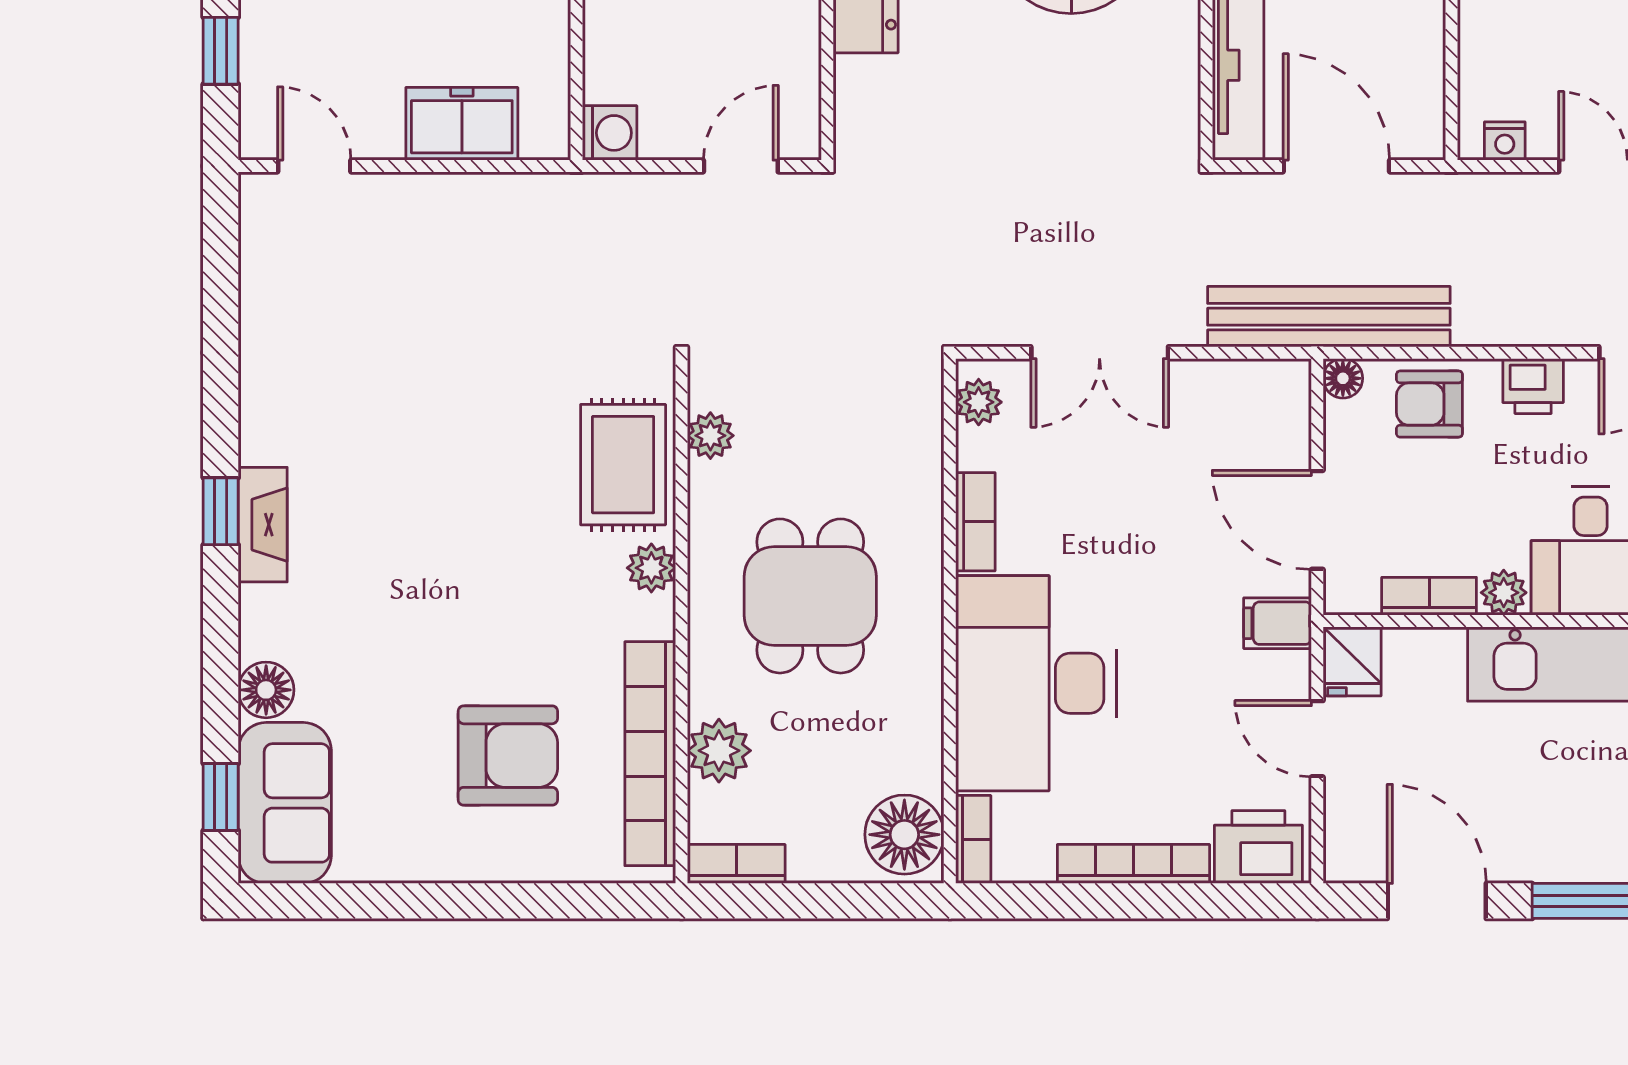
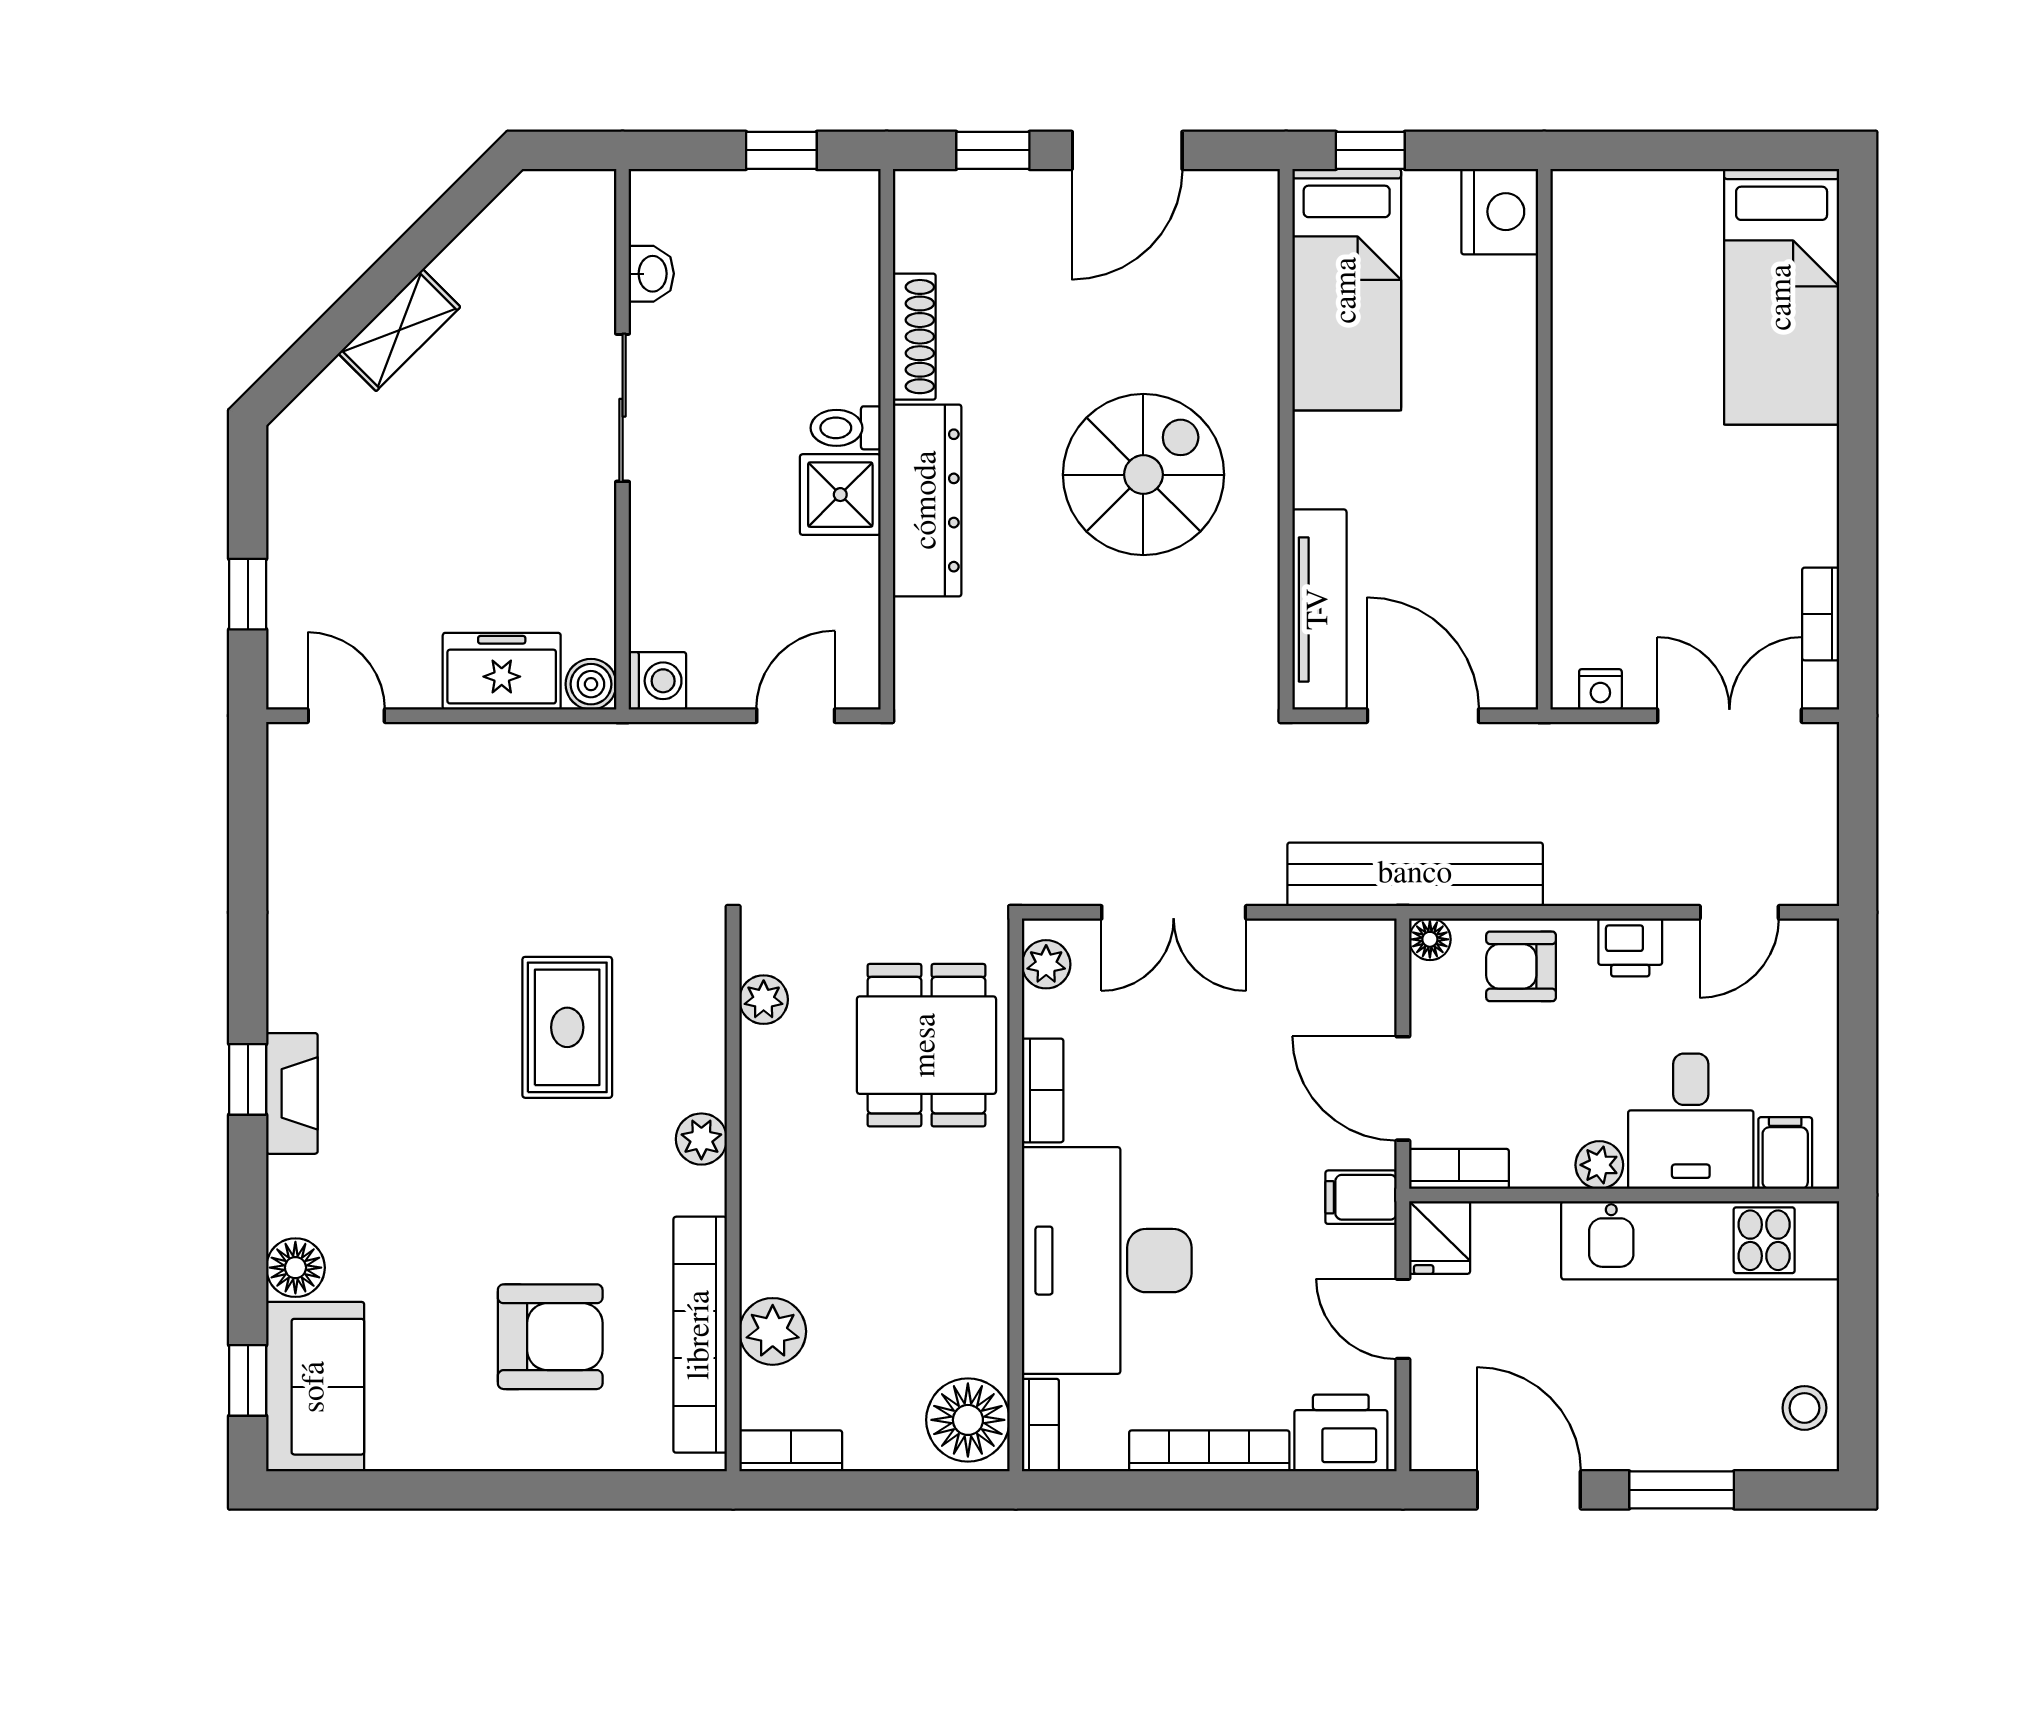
boiler: (547, 136) -> (591, 684), added
rug: (623, 465) -> (567, 1027), moved
dining table: (810, 596) -> (926, 1045), moved
bookcase: (1429, 596) -> (1459, 1169), moved

